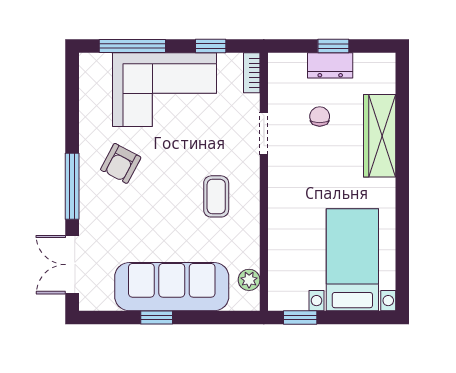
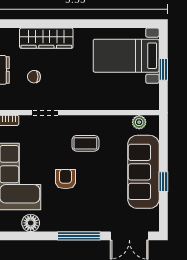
floor lamp: (92, 111) -> (31, 223), added
armchair: (121, 163) -> (66, 179), moved, turned -118
window: (300, 317) -> (163, 69), moved

